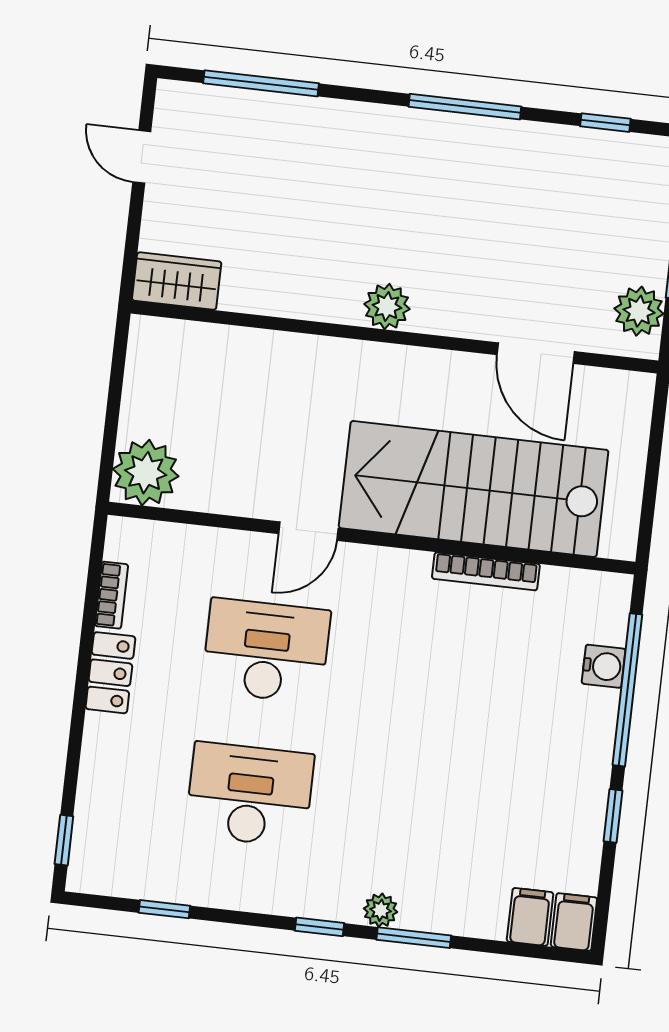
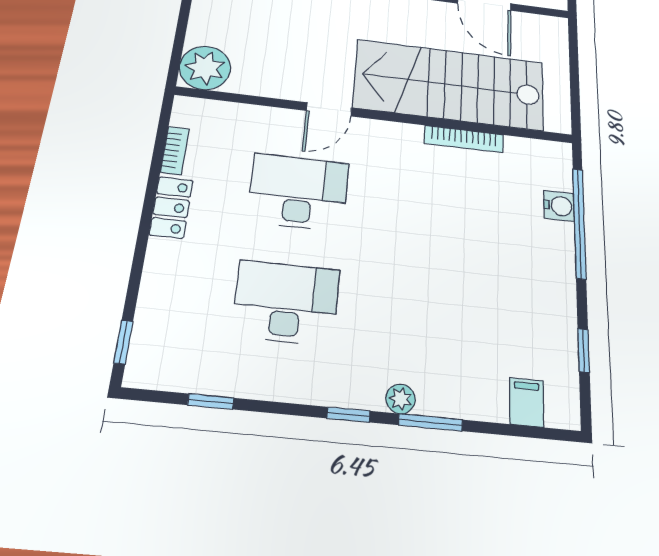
window: (613, 816) -> (584, 350), moved
filing cabinet: (574, 922) -> (563, 406), removed

